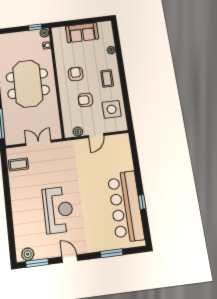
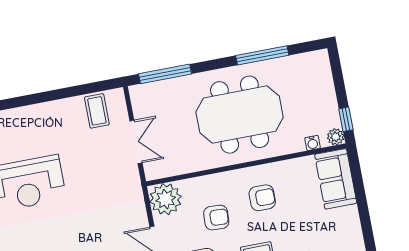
sofa: (82, 33) -> (336, 179), moved
armchair: (85, 100) -> (216, 218), turned 93
plant: (78, 132) -> (166, 199), width x1.87, depth x1.87

